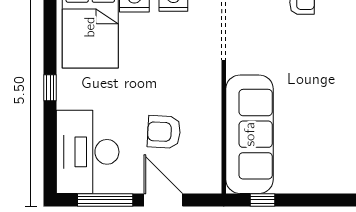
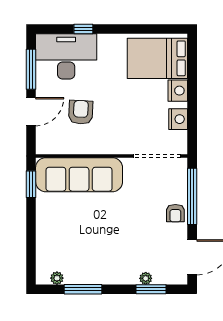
window: (50, 88) -> (83, 29), moved
window: (263, 200) -> (31, 184), width x1.50

